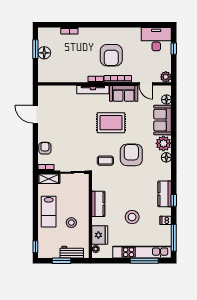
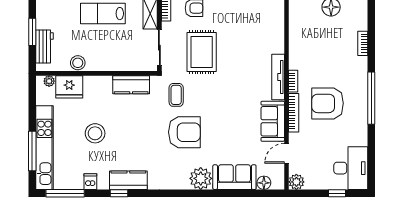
window: (108, 25) -> (371, 98), added
rug: (111, 123) -> (202, 52), moved
floor lamp: (166, 157) -> (181, 183), removed
kitchen counter: (98, 204) -> (131, 85), moved
stool: (71, 223) -> (78, 63), moved

